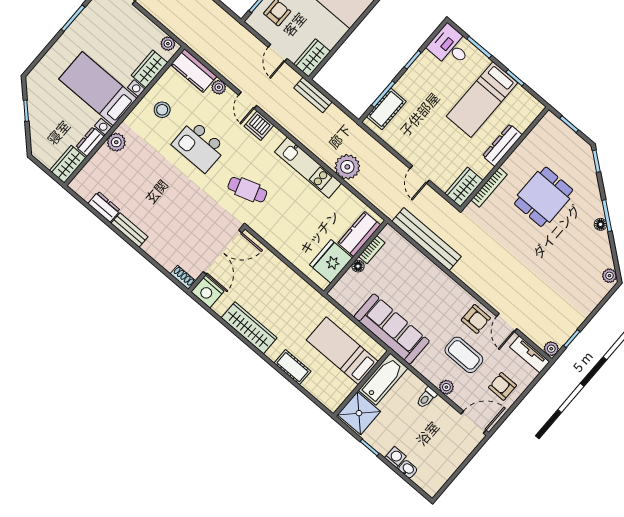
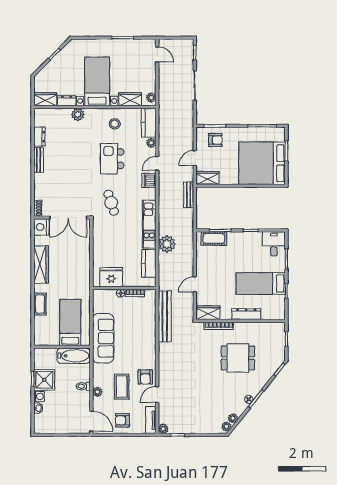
kitchen counter: (359, 234) -> (149, 263), moved, turned -90
plant: (606, 260) -> (233, 418), added
armchair: (502, 386) -> (122, 420), turned -90
shower: (359, 413) -> (44, 380), moved

